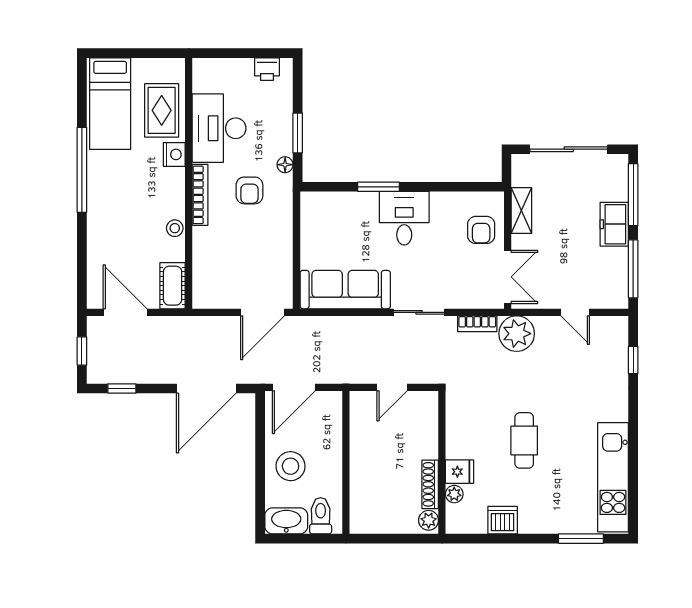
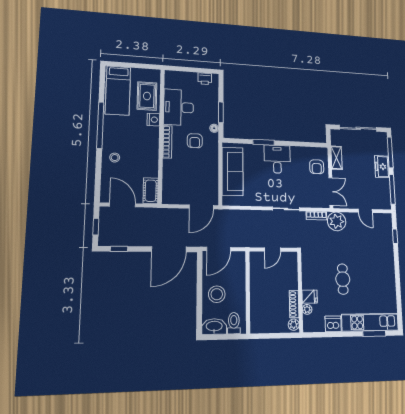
stool: (175, 228) -> (115, 158), moved
sofa: (345, 290) -> (233, 171), moved, turned 90
kitchen unit: (613, 477) -> (370, 322), moved, turned 90

